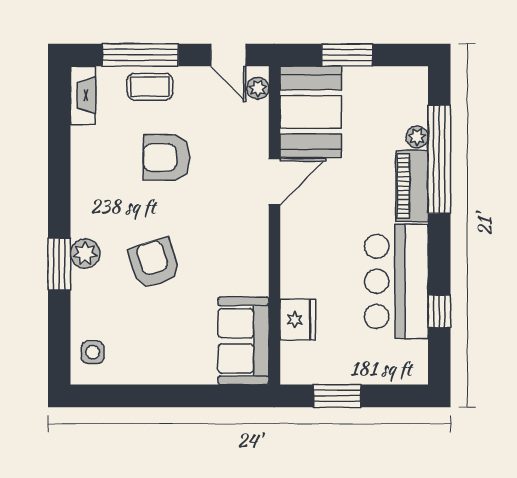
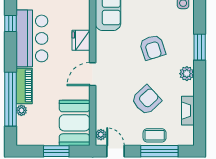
fireplace: (83, 95) -> (188, 111), moved
armchair: (166, 158) -> (146, 100), turned -43
door: (274, 182) -> (93, 74), moved
plant: (85, 254) -> (187, 74), moved
fridge: (298, 320) -> (81, 40), moved

